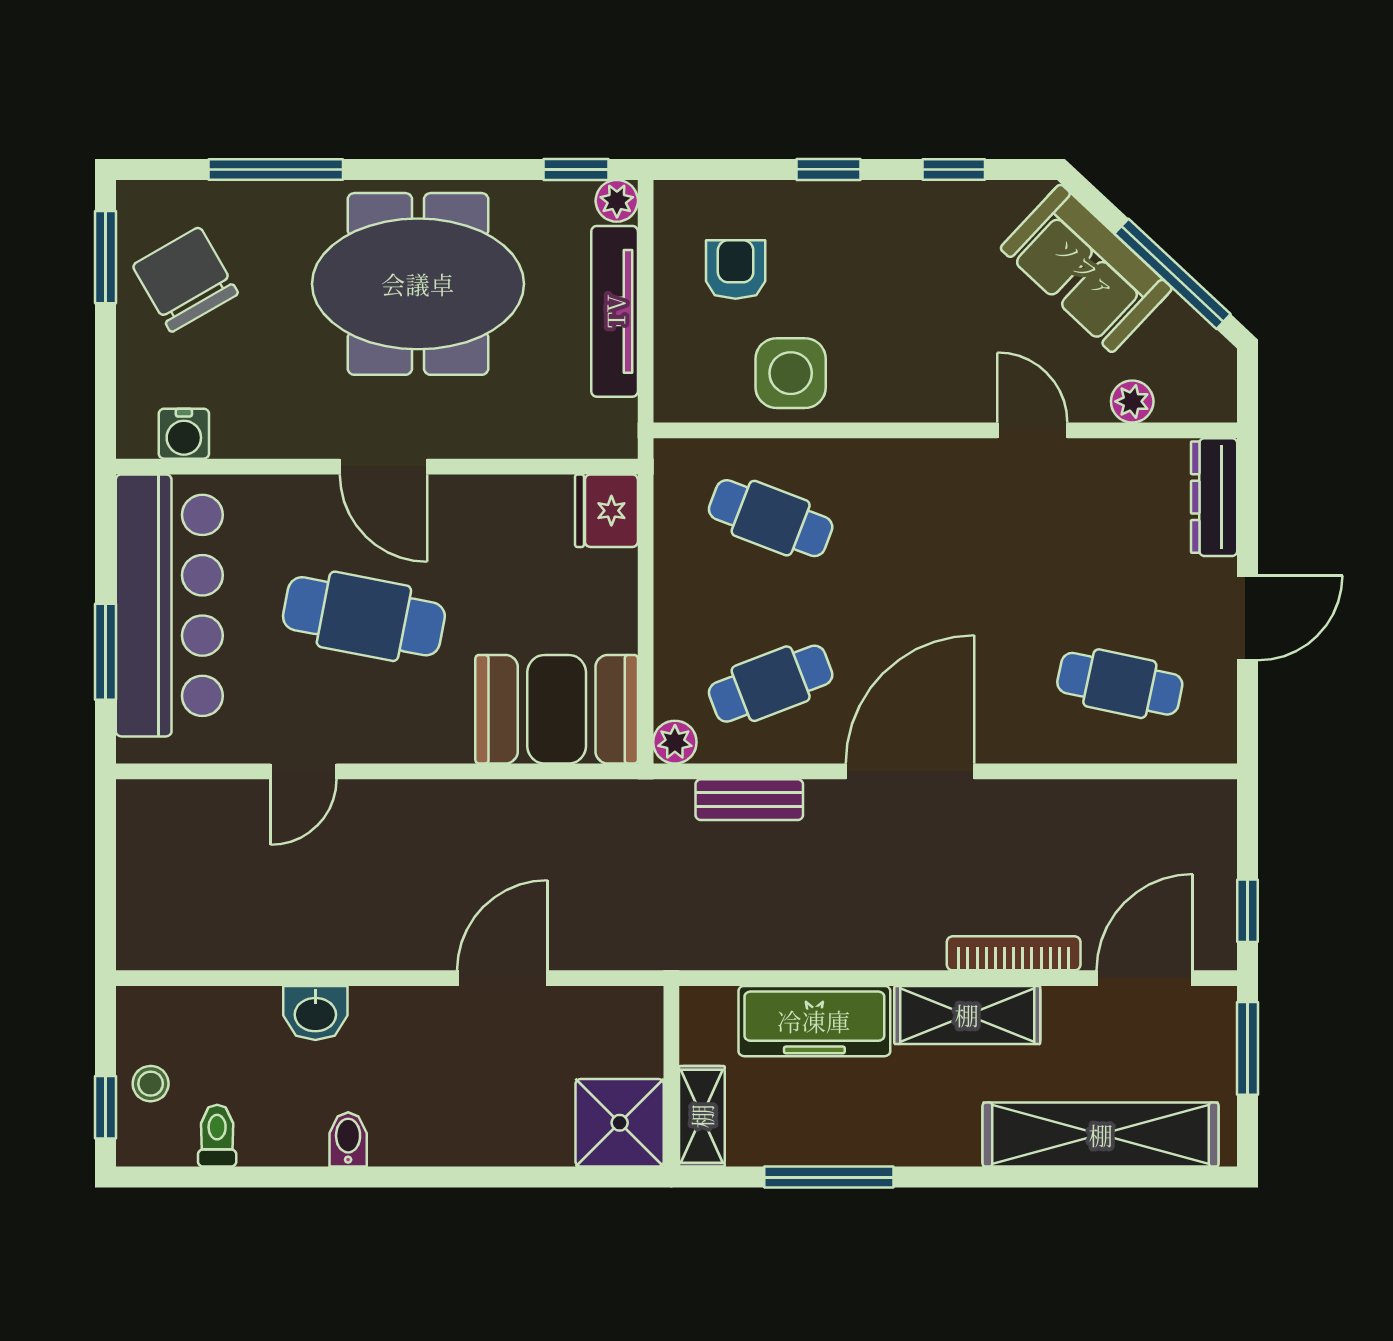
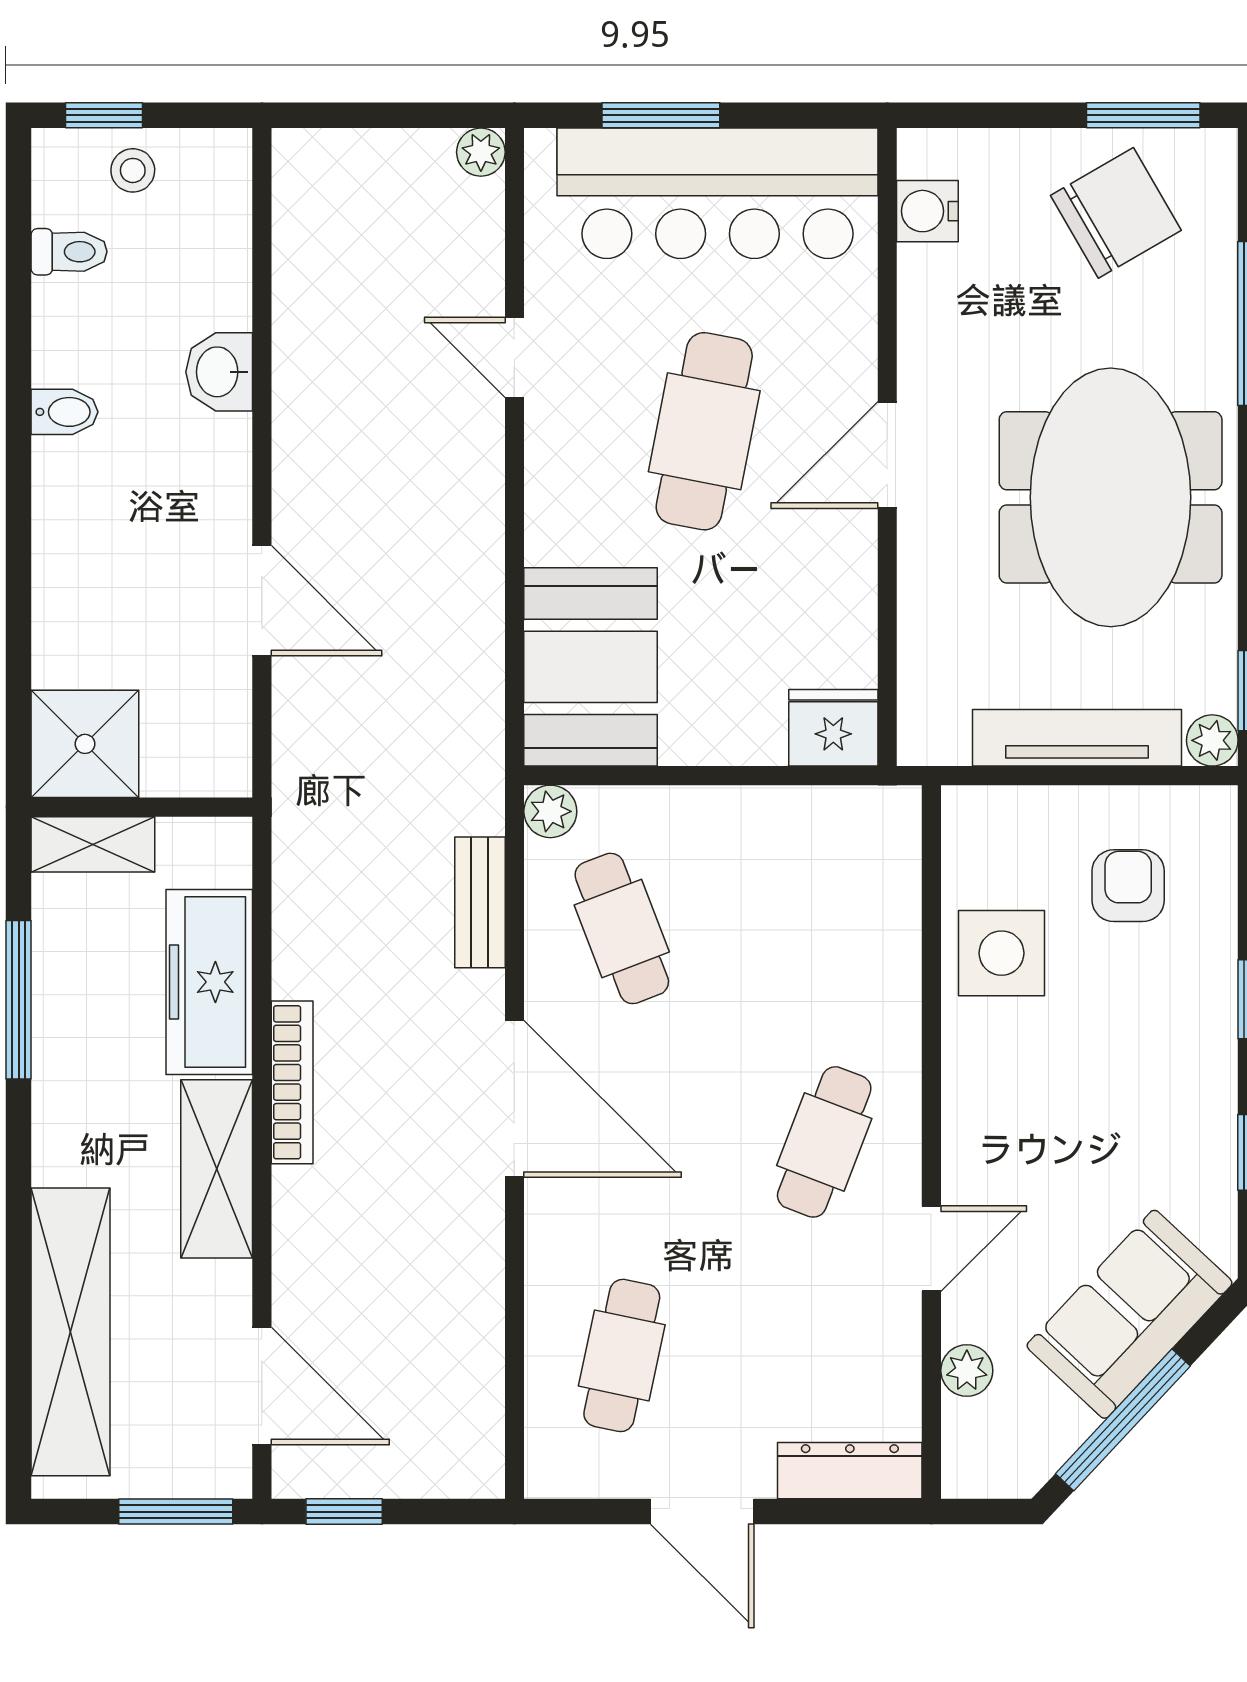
armchair: (736, 270) -> (1128, 886), turned -90
cafe table: (771, 518) -> (824, 1142), moved
plant: (136, 799) -> (481, 152), added
bookcase: (1014, 953) -> (292, 1082), moved

